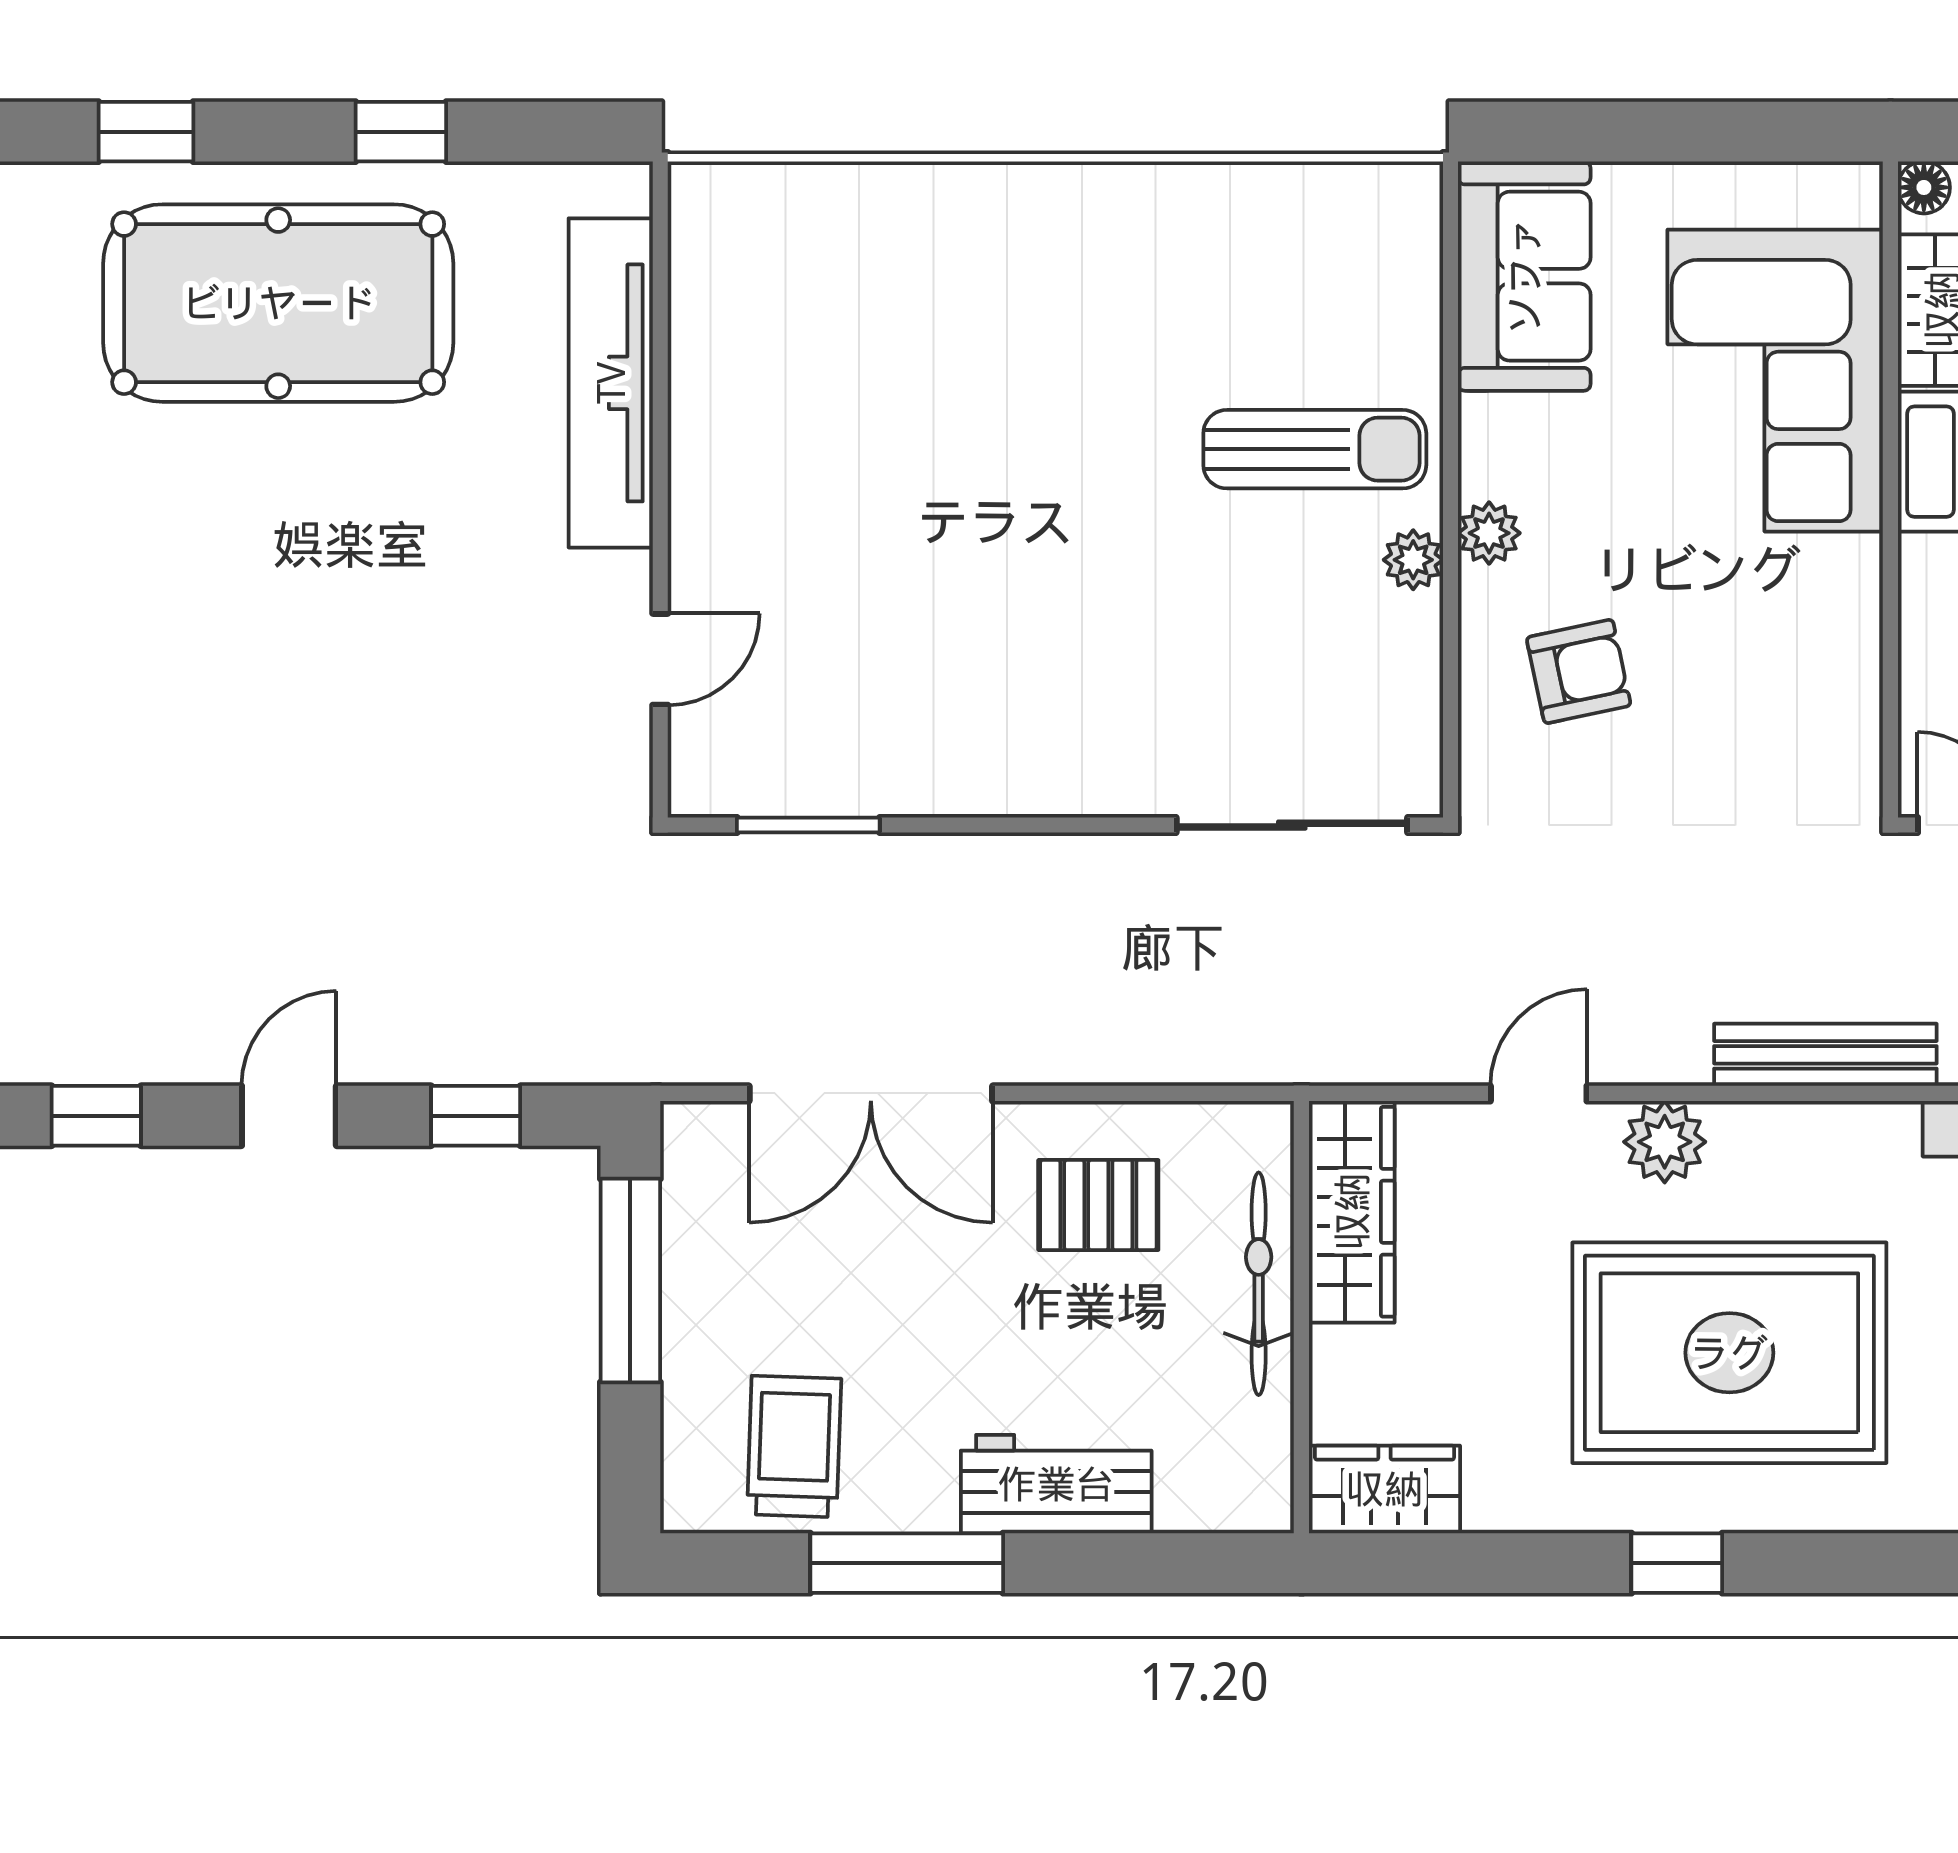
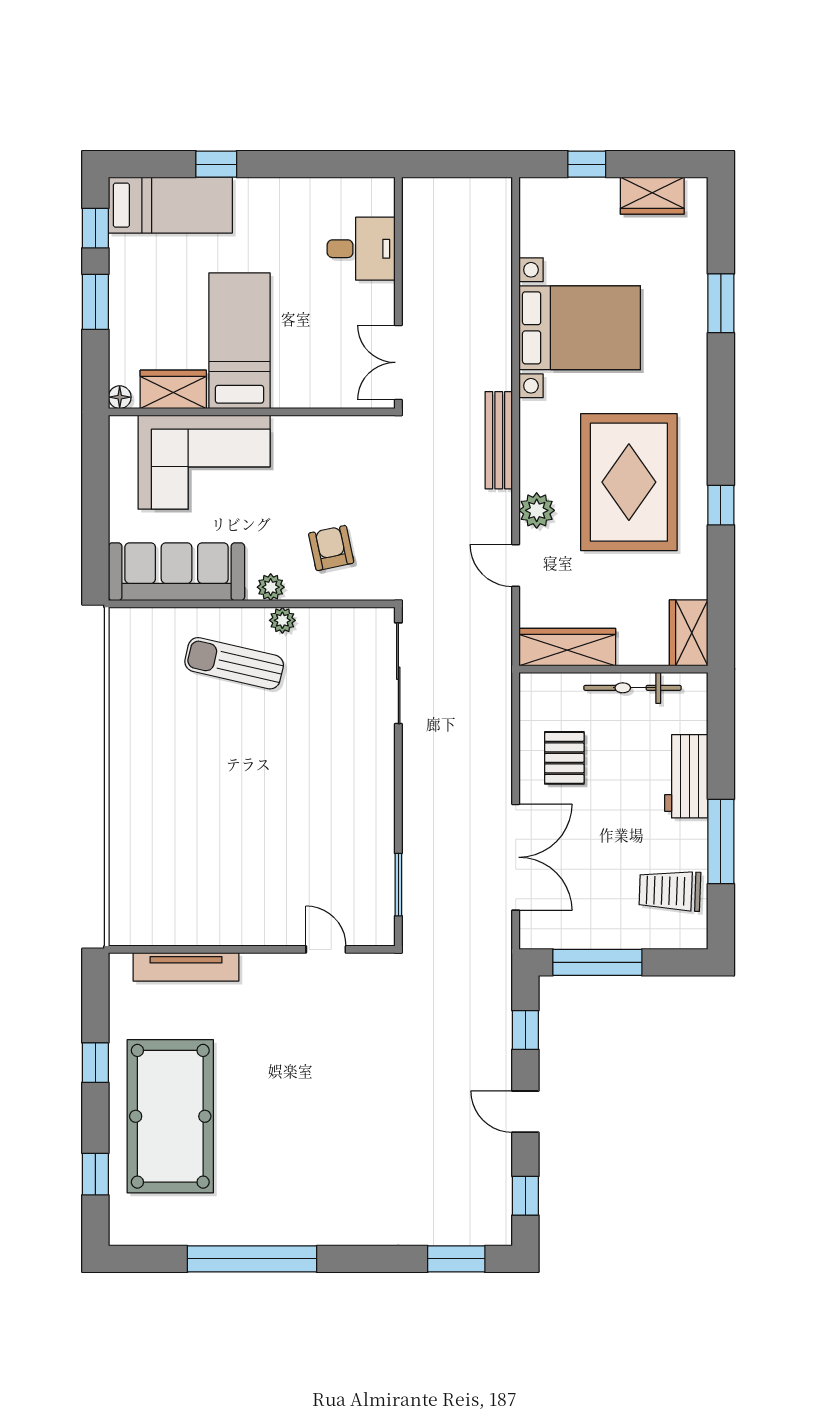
sofa: (1524, 276) -> (177, 572), width x1.36
tv unit: (611, 383) -> (186, 967), width x0.73, depth x0.78
sun lounger: (1315, 449) -> (234, 663), turned -77
bicycle: (1259, 1284) -> (632, 688), moved

